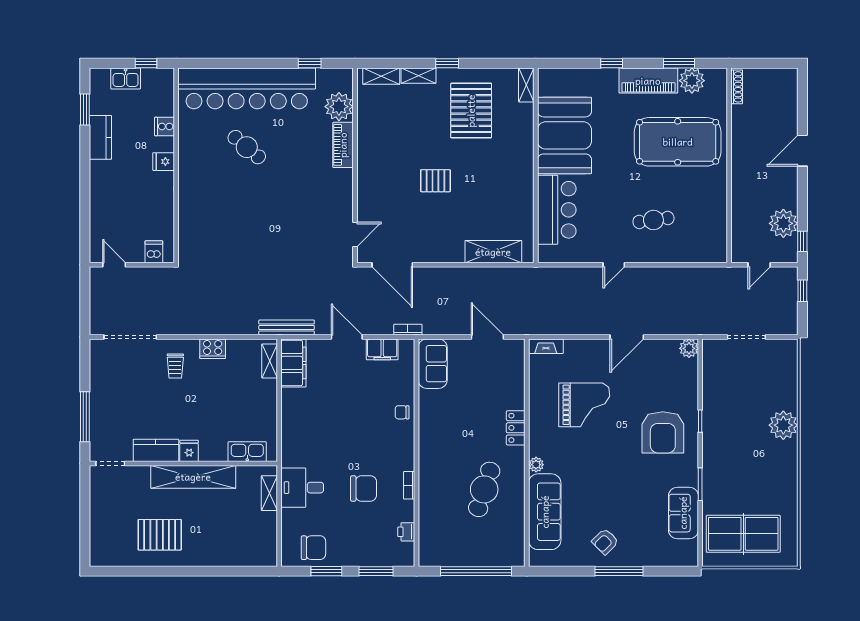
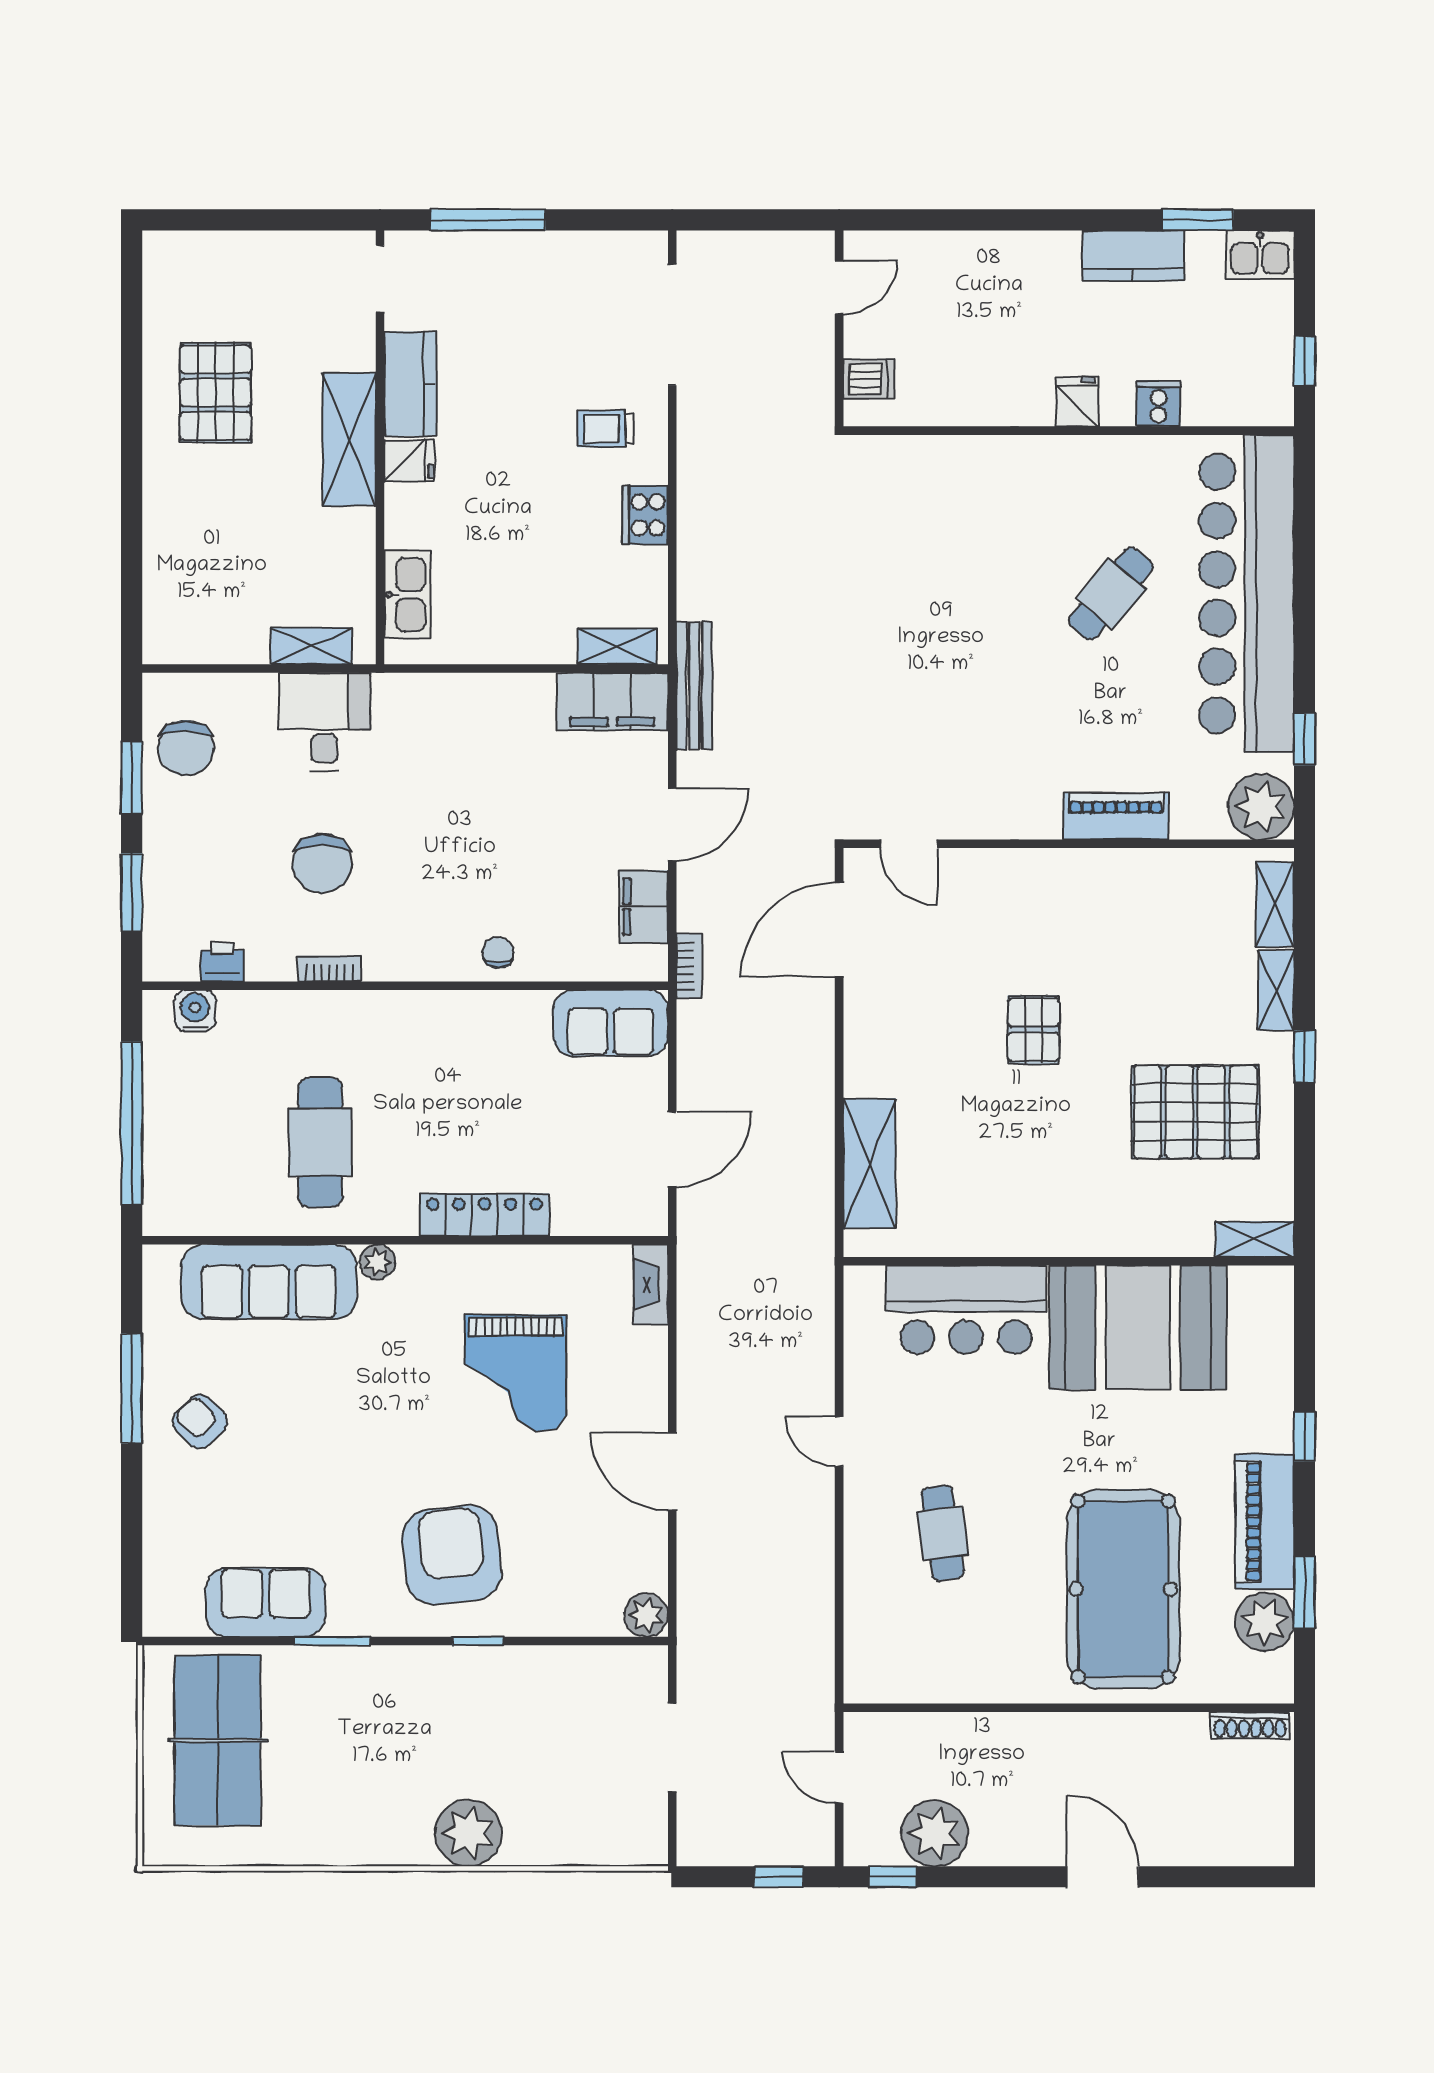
kitchen sink: (126, 78) -> (1260, 255), moved, turned -90
plant: (339, 107) -> (1261, 807), moved
locker: (516, 428) -> (485, 1215), width x1.53
armchair: (663, 432) -> (452, 1555), turned 84
shelving: (193, 477) -> (349, 439), width x0.68
cafe table: (484, 489) -> (320, 1142), turned 72
water cooler: (427, 544) -> (195, 1011), added
window: (619, 571) -> (132, 1388), moved

